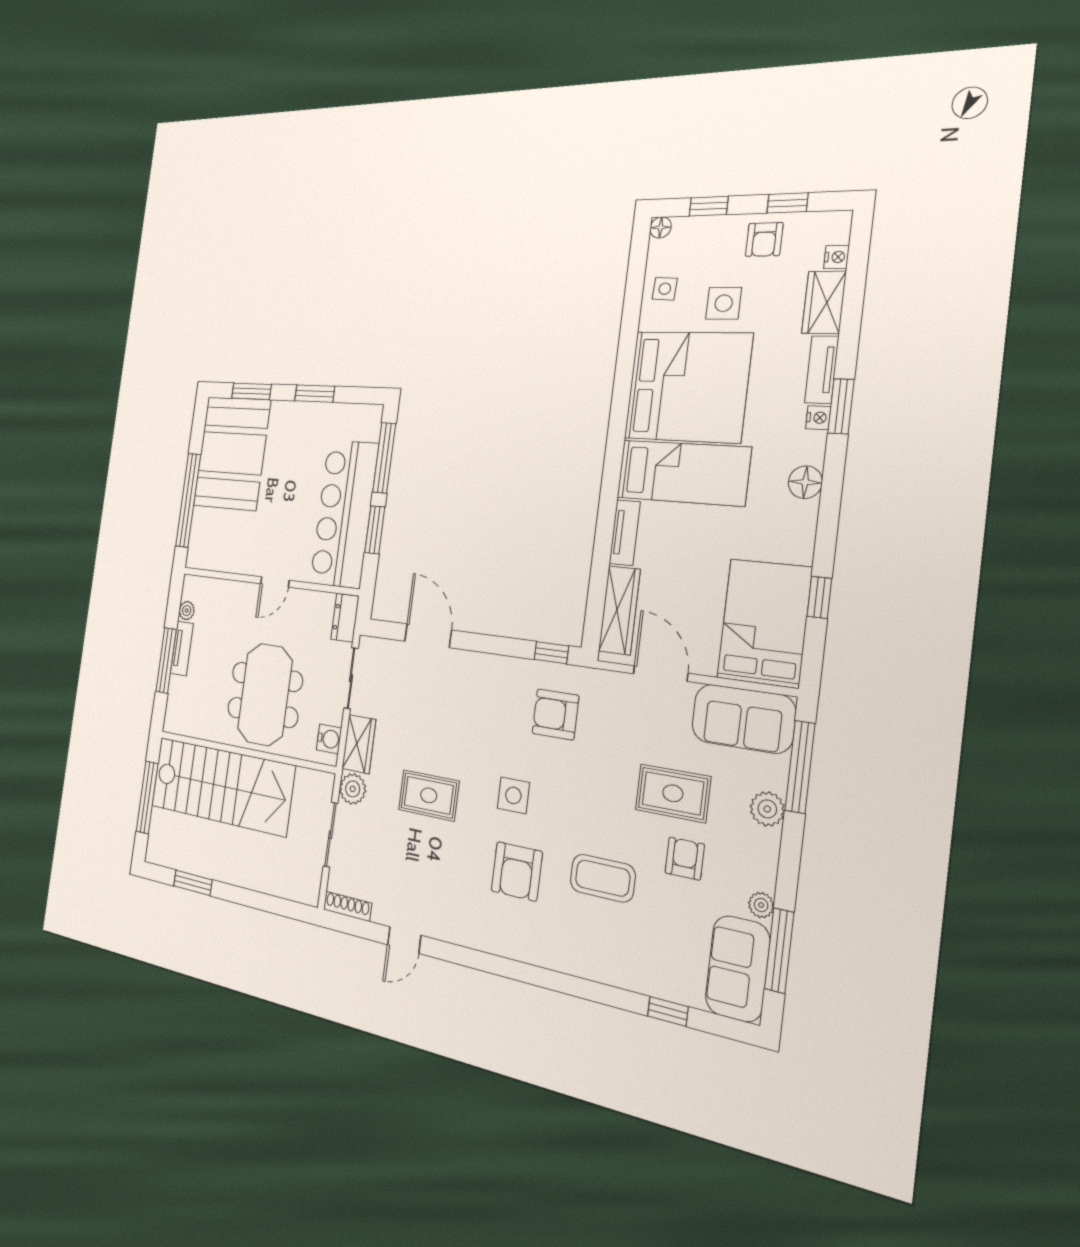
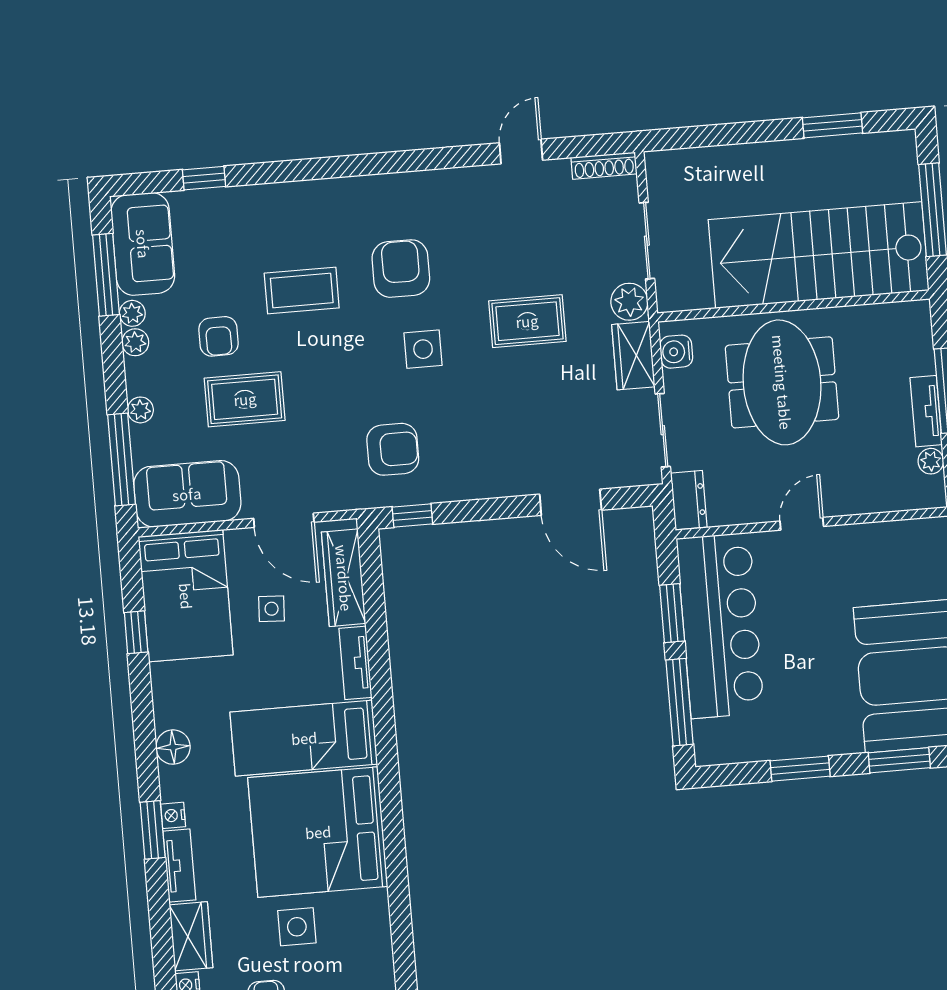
side table: (665, 289) -> (272, 609), moved
plant: (767, 809) -> (140, 410), width x0.73, depth x0.73
plant: (764, 876) -> (135, 342), added

